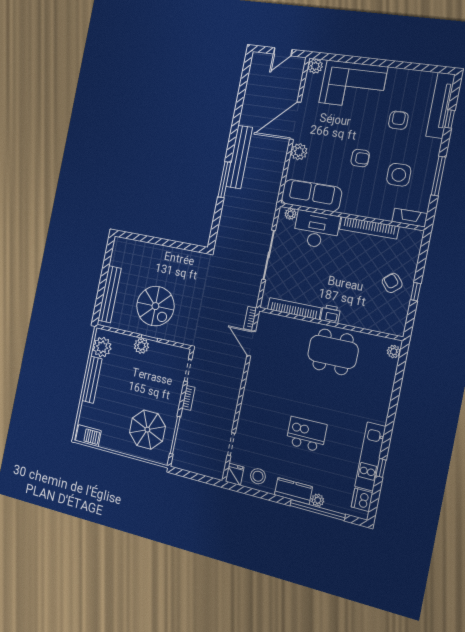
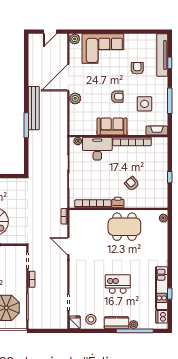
sofa: (311, 196) -> (112, 127), moved, width x0.73
armchair: (392, 283) -> (132, 184), moved
door: (251, 343) -> (68, 246), moved

